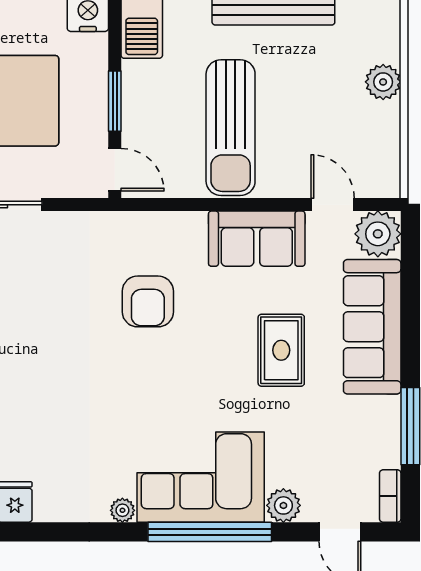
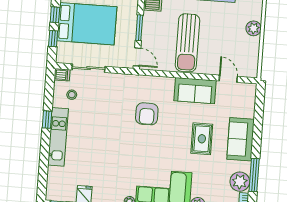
plant: (378, 234) -> (240, 182), moved
sofa: (372, 327) -> (241, 139), width x0.73

